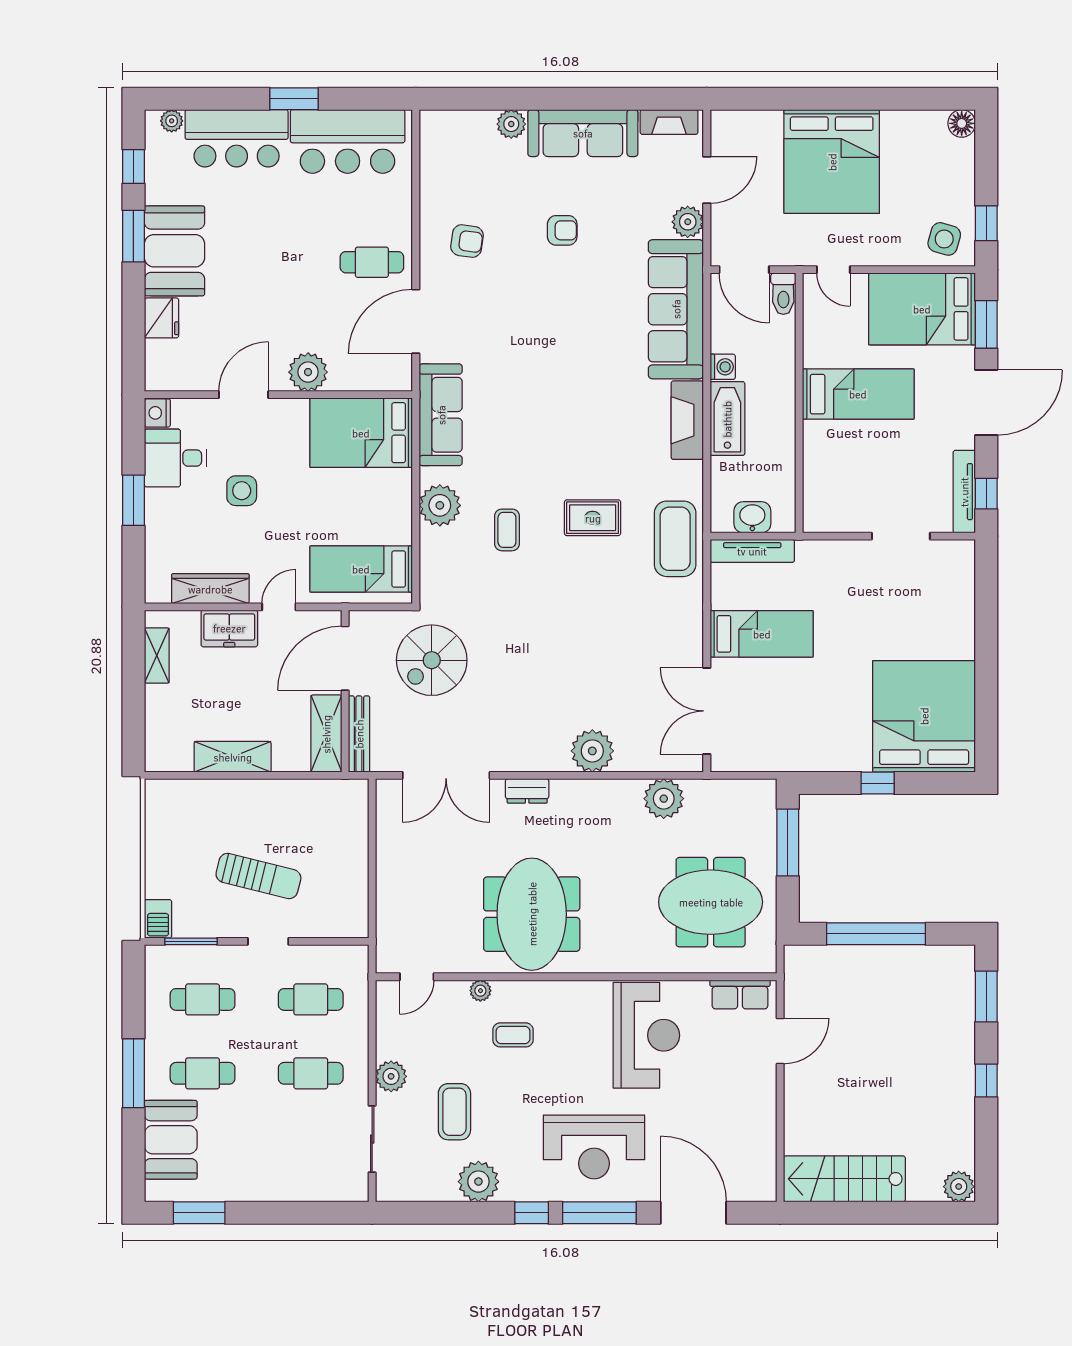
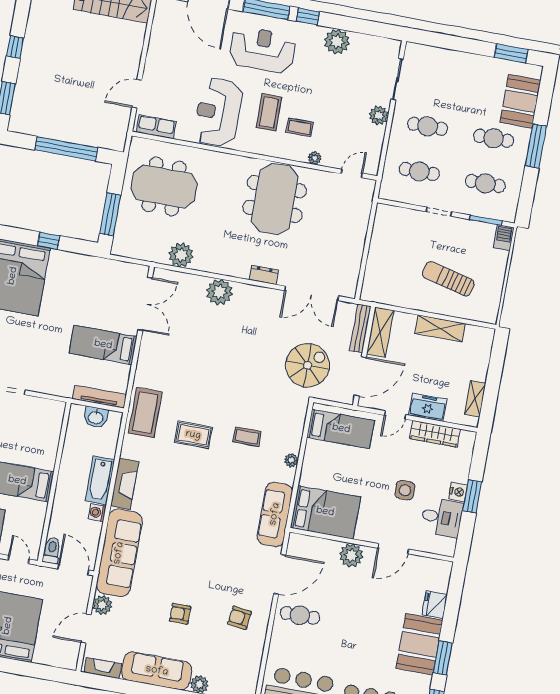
nightstand: (157, 413) -> (458, 492), moved
plant: (440, 505) -> (291, 460), width x0.53, depth x0.53
coffee table: (507, 530) -> (247, 437), turned 90
double door: (446, 775) -> (312, 293), swing flipped
sun lounger: (258, 876) -> (448, 279), moved
coffee table: (454, 1112) -> (269, 112), moved

